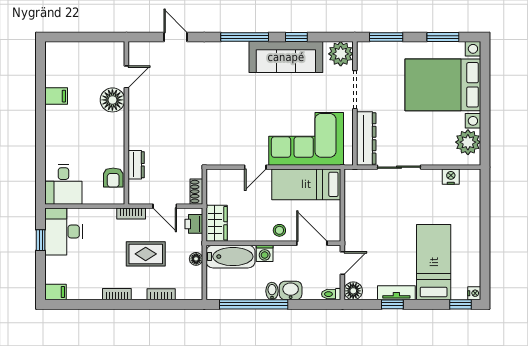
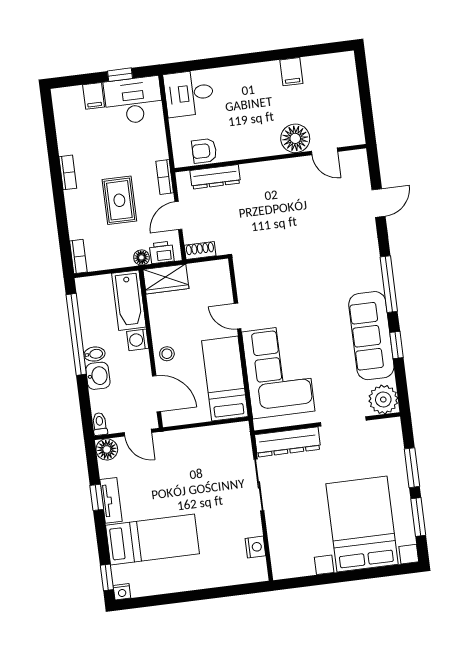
window: (386, 37) -> (412, 468), moved
plant: (468, 142) -> (298, 562), removed
dresser: (136, 165) -> (215, 177), width x1.44
door: (312, 243) -> (157, 394), hinge flipped
floor lamp: (196, 259) -> (141, 257), moved
filing cabinet: (56, 292) -> (94, 96), moved
bookcase: (161, 294) -> (78, 256), moved

